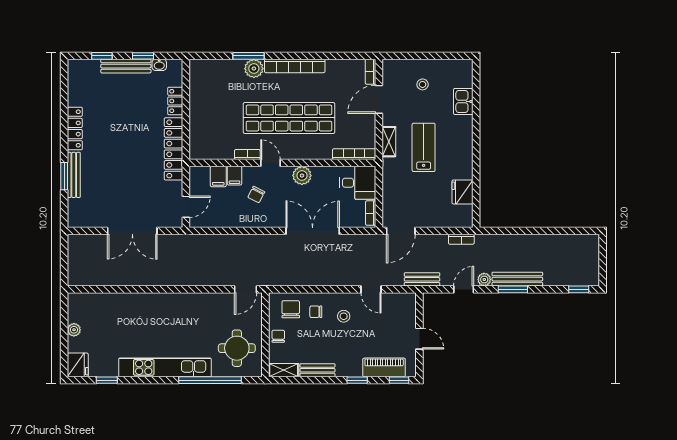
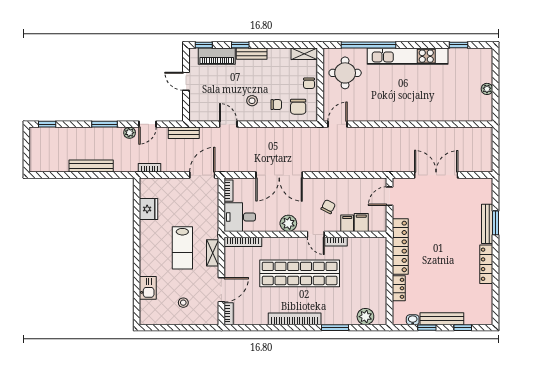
plant: (254, 69) -> (365, 317), moved
bench: (517, 279) -> (91, 166), moved
fridge: (78, 365) -> (484, 58), removed
bench: (317, 370) -> (252, 54), moved

